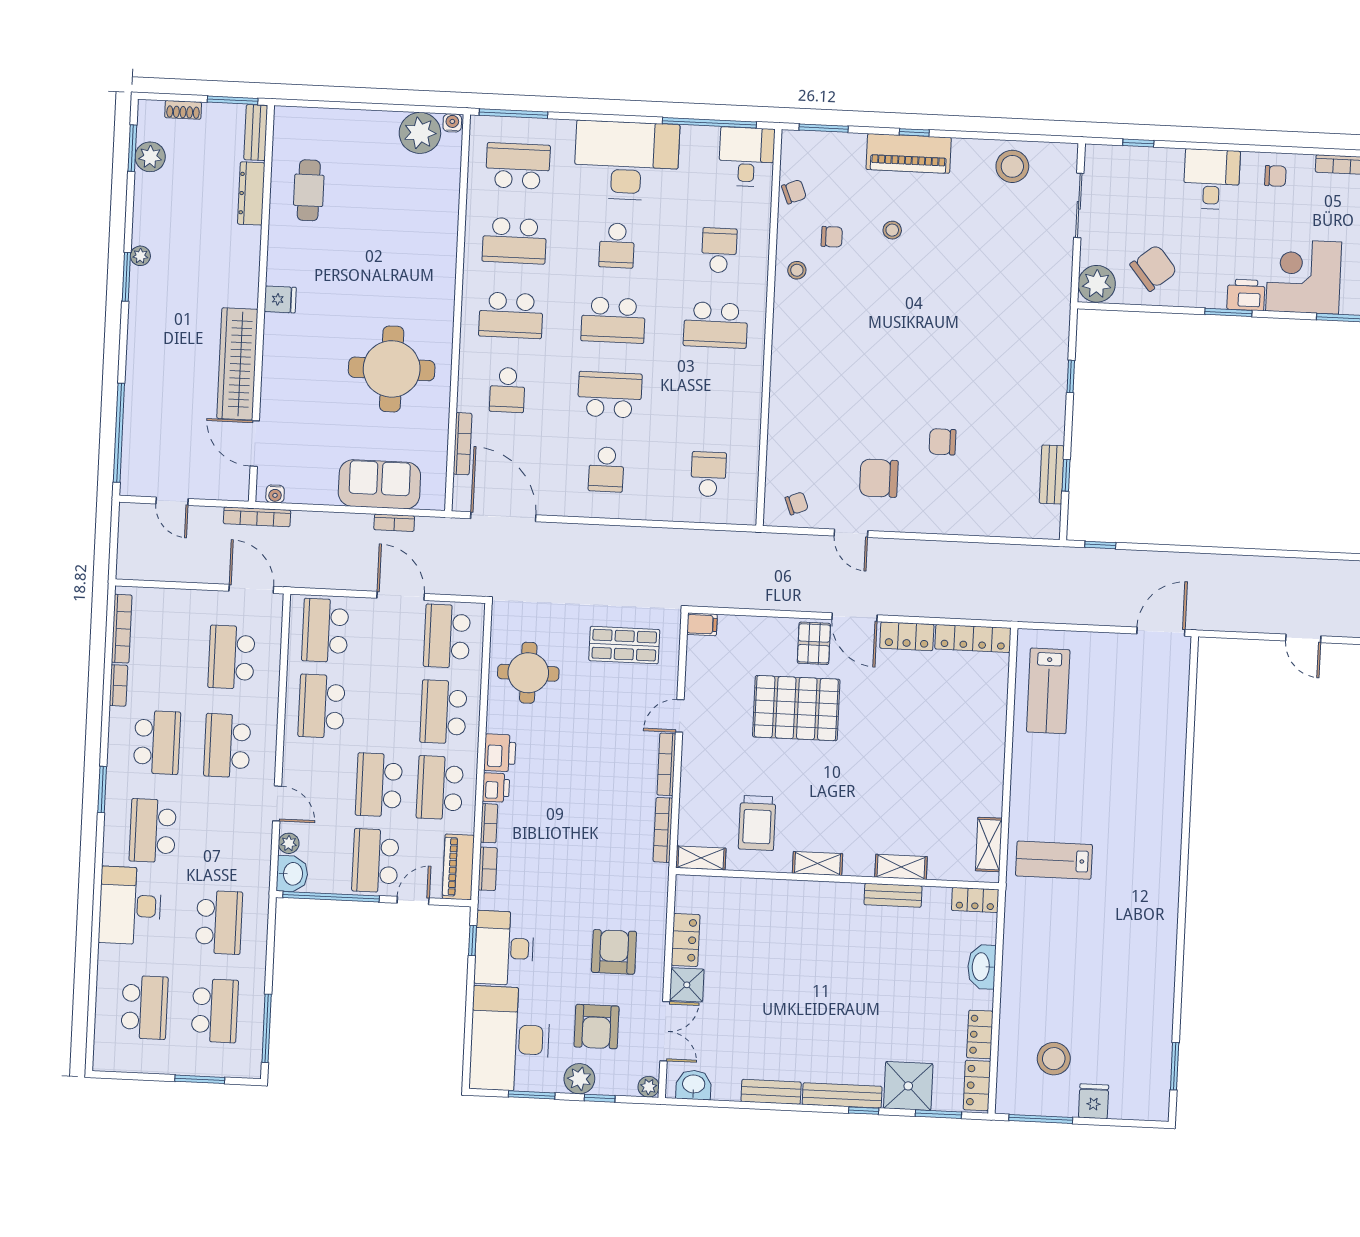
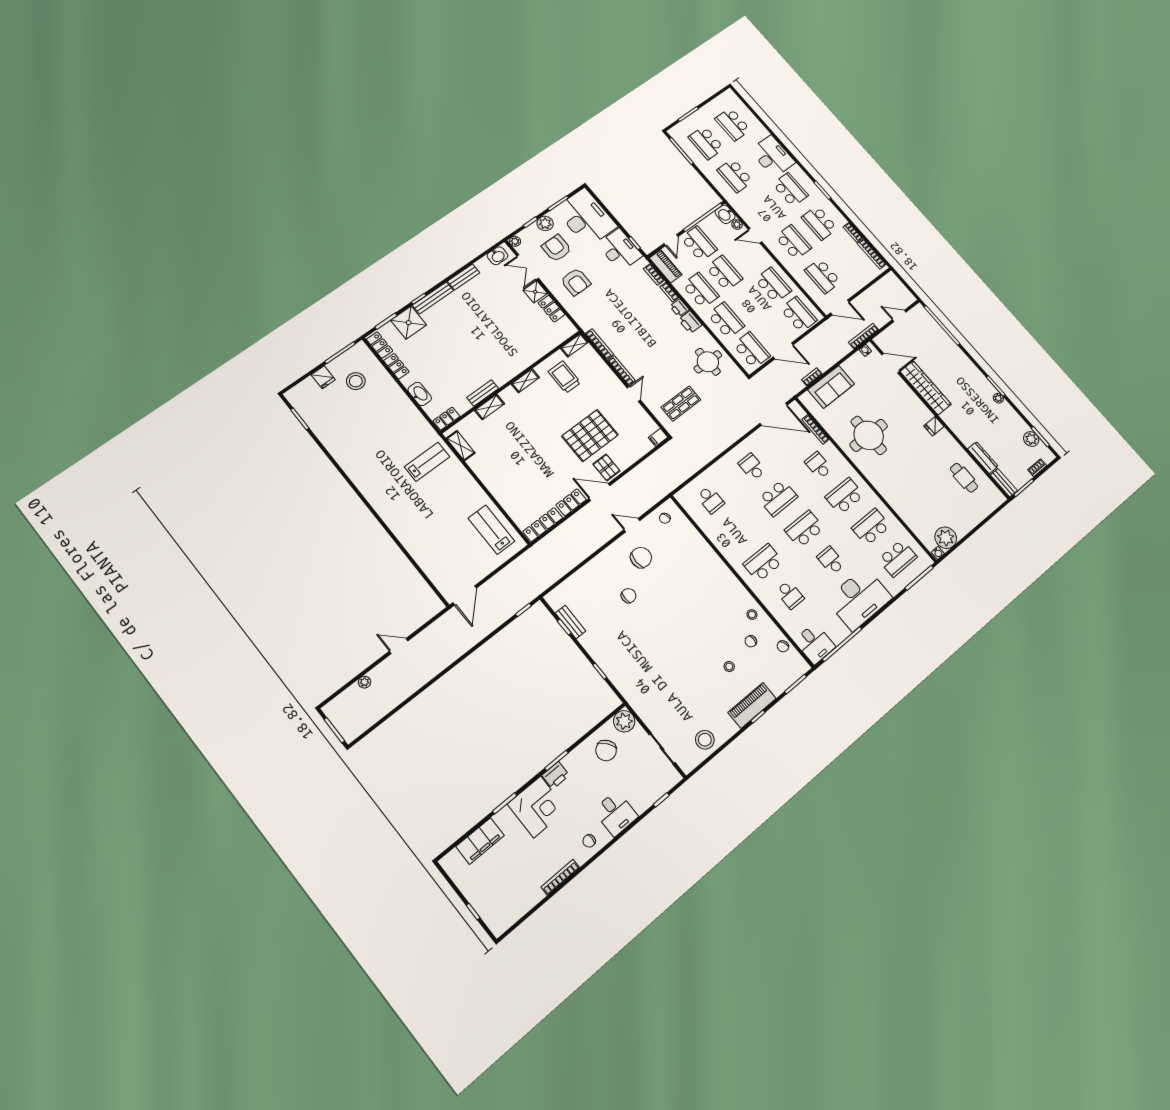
school desk: (231, 657) -> (823, 276), turned 180

